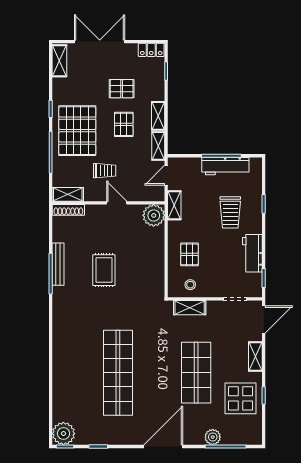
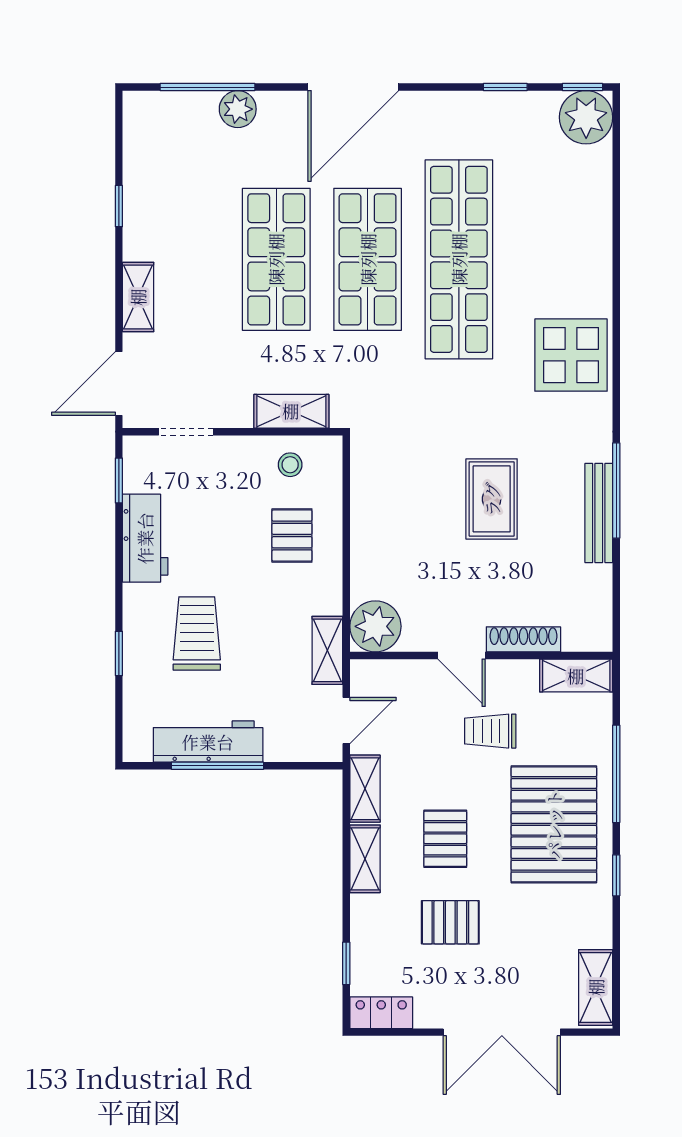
shoe rack: (68, 210) -> (523, 639), moved
shop shelf: (157, 373) -> (368, 259), added
display table: (241, 398) -> (571, 355), moved

